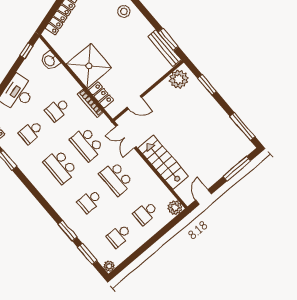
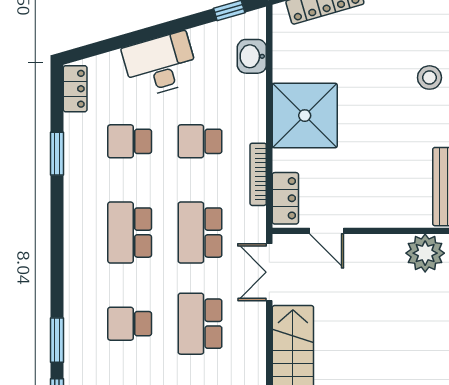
locker: (101, 95) -> (285, 198), moved

